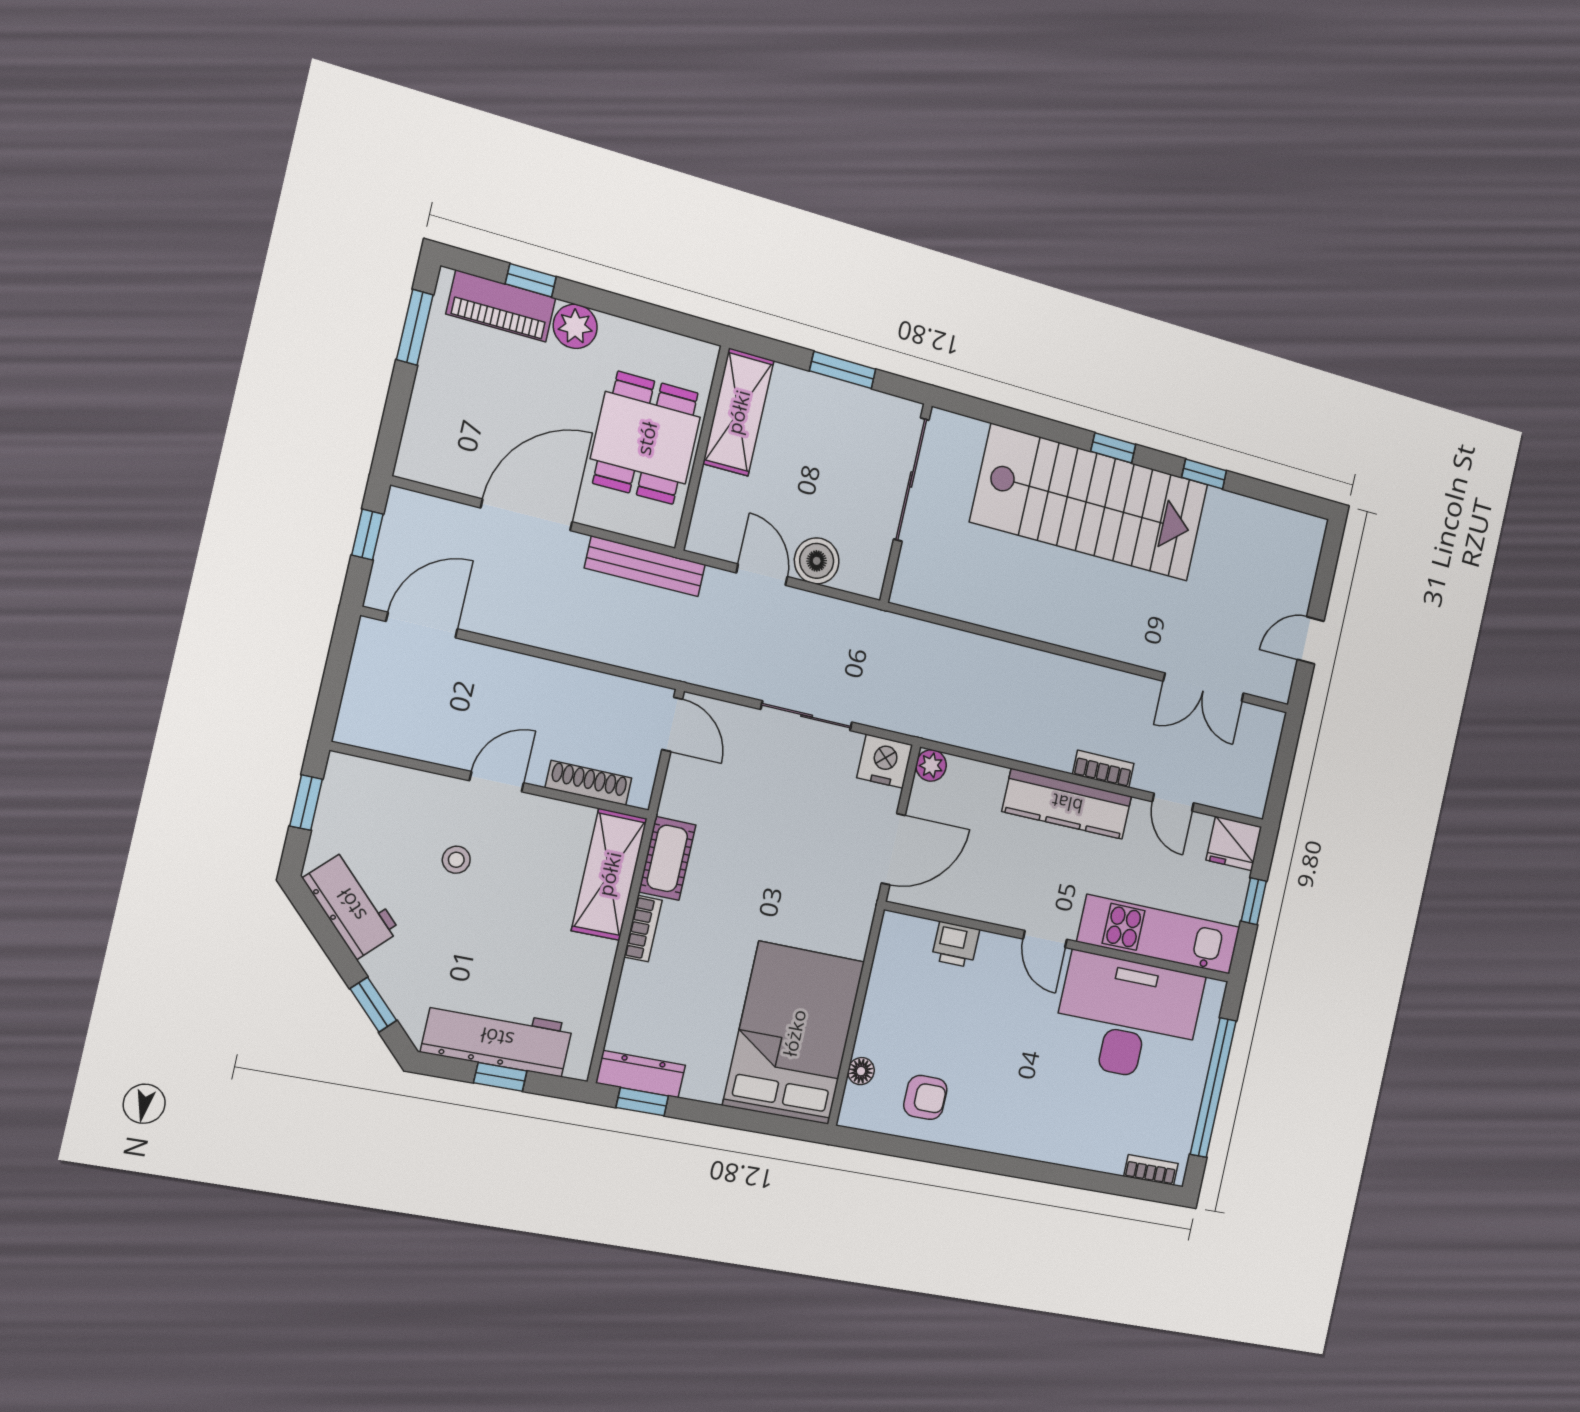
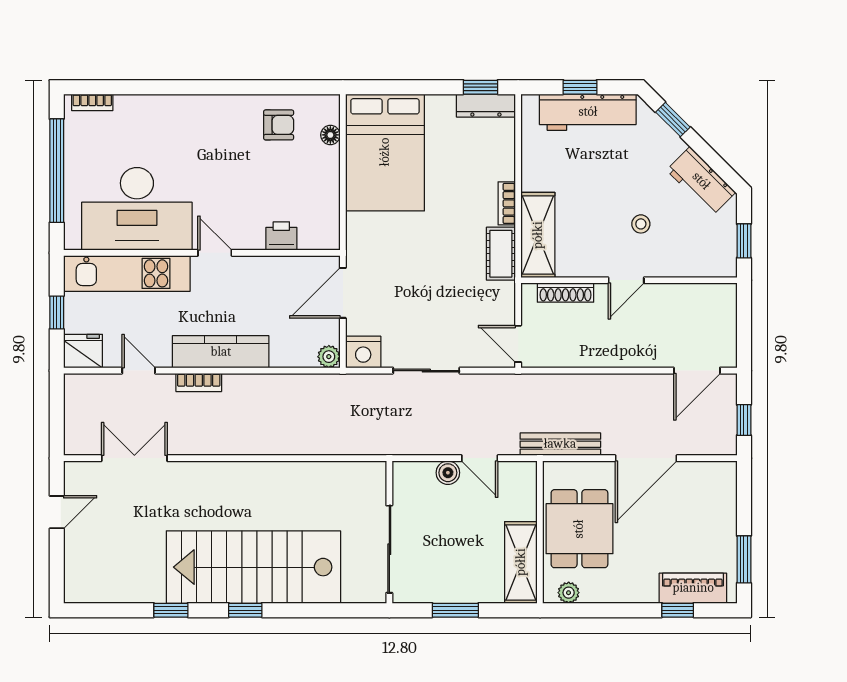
plant: (575, 326) -> (569, 593), moved, width x0.73, depth x0.73
boiler: (817, 561) -> (448, 473), width x0.73, depth x0.73
armchair: (925, 1097) -> (279, 125), turned 180

